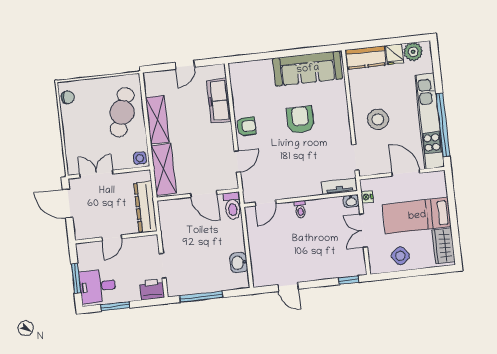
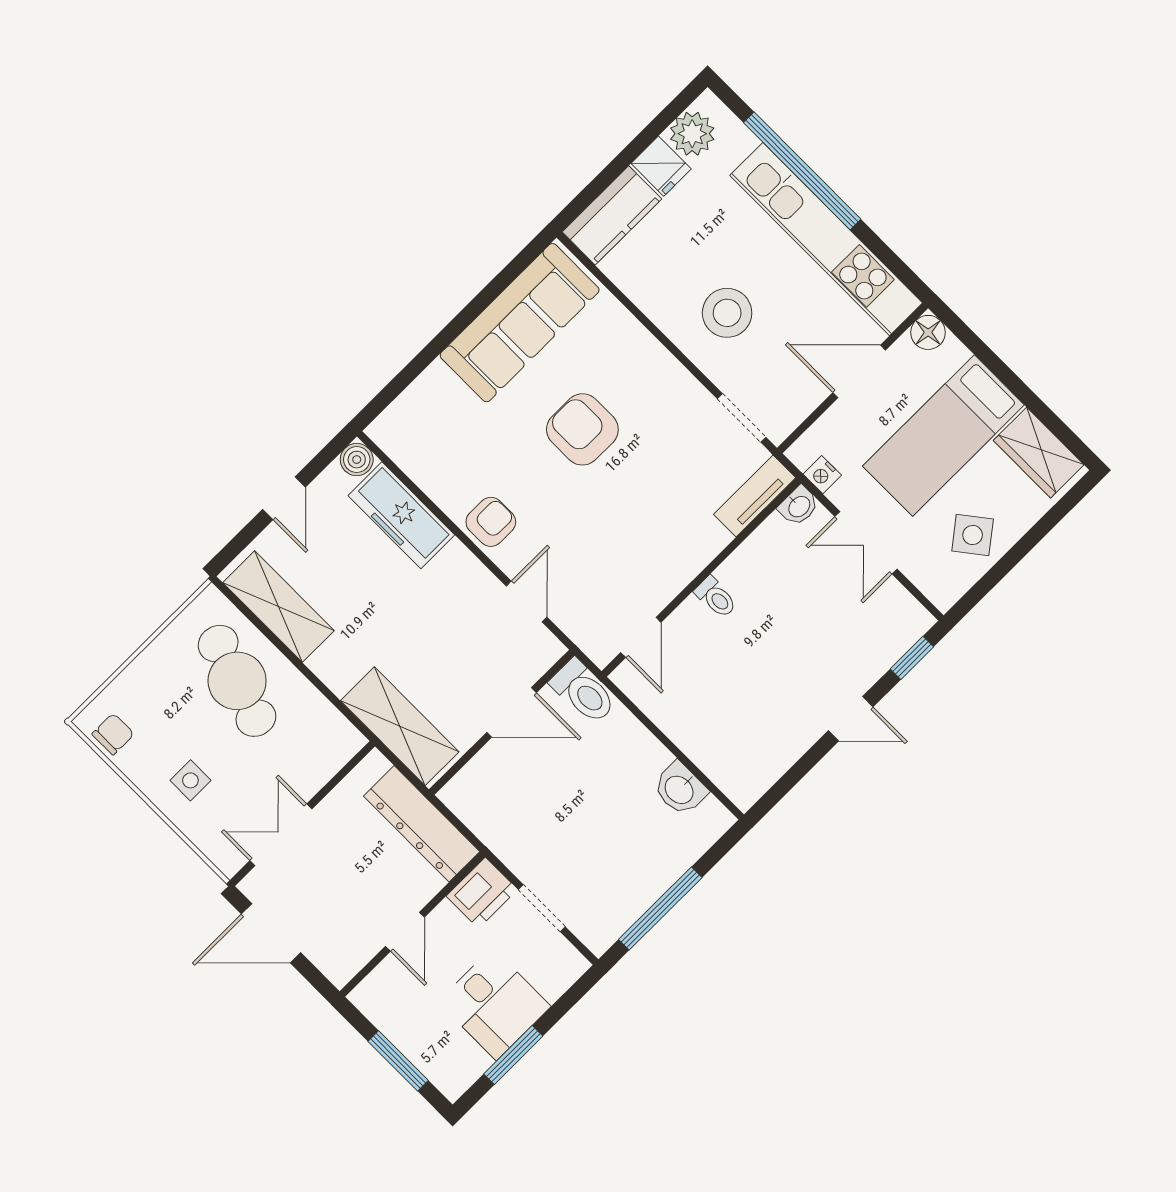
boiler: (219, 71) -> (357, 460), added
shelving: (157, 120) -> (278, 607), moved
window: (443, 125) -> (802, 171), moved
side table: (140, 158) -> (190, 780), moved
floor lamp: (438, 178) -> (928, 332), added
desk: (98, 286) -> (494, 1004), moved, turned -90
door: (288, 287) -> (851, 719), moved
printer: (152, 289) -> (482, 893), moved, turned 180

